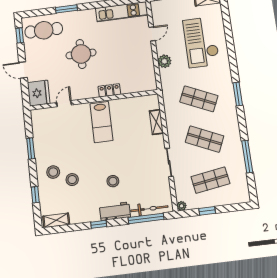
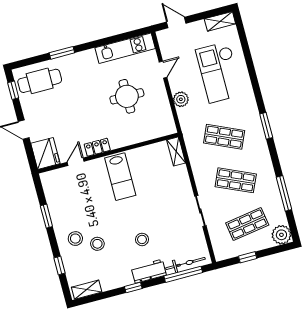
round table: (81, 54) -> (127, 96), moved
locker: (109, 90) -> (97, 147), moved
shelving: (156, 122) -> (176, 151), moved
plant: (182, 206) -> (281, 235), moved, width x1.88, depth x1.88

